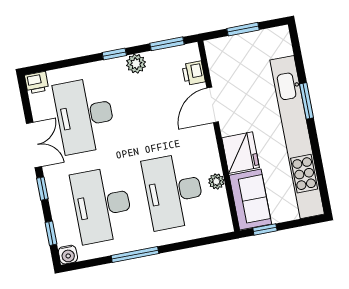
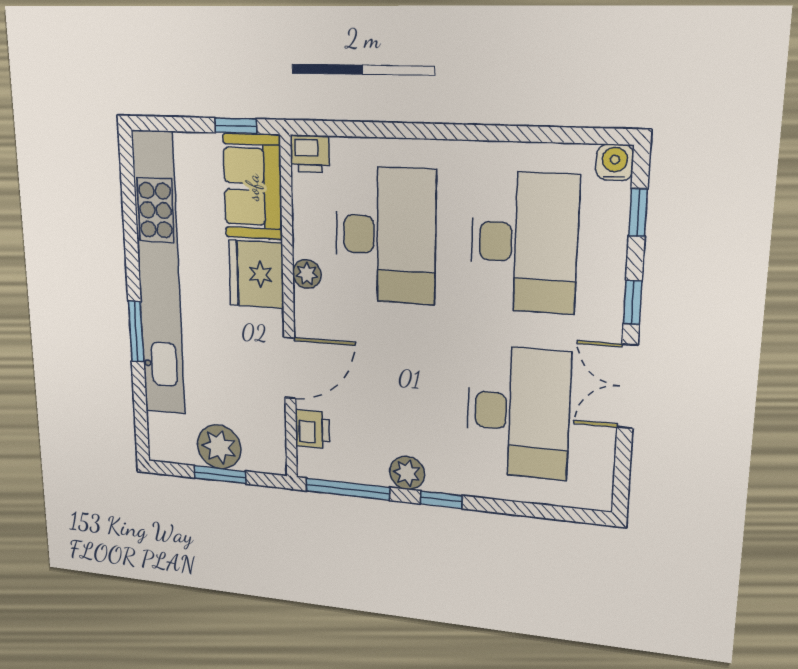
window: (167, 44) -> (348, 489), width x1.44
plant: (246, 46) -> (219, 447), added
printer: (37, 83) -> (310, 154), moved, turned 180
plant: (216, 181) -> (307, 274), moved
window: (135, 255) -> (482, 133), removed

